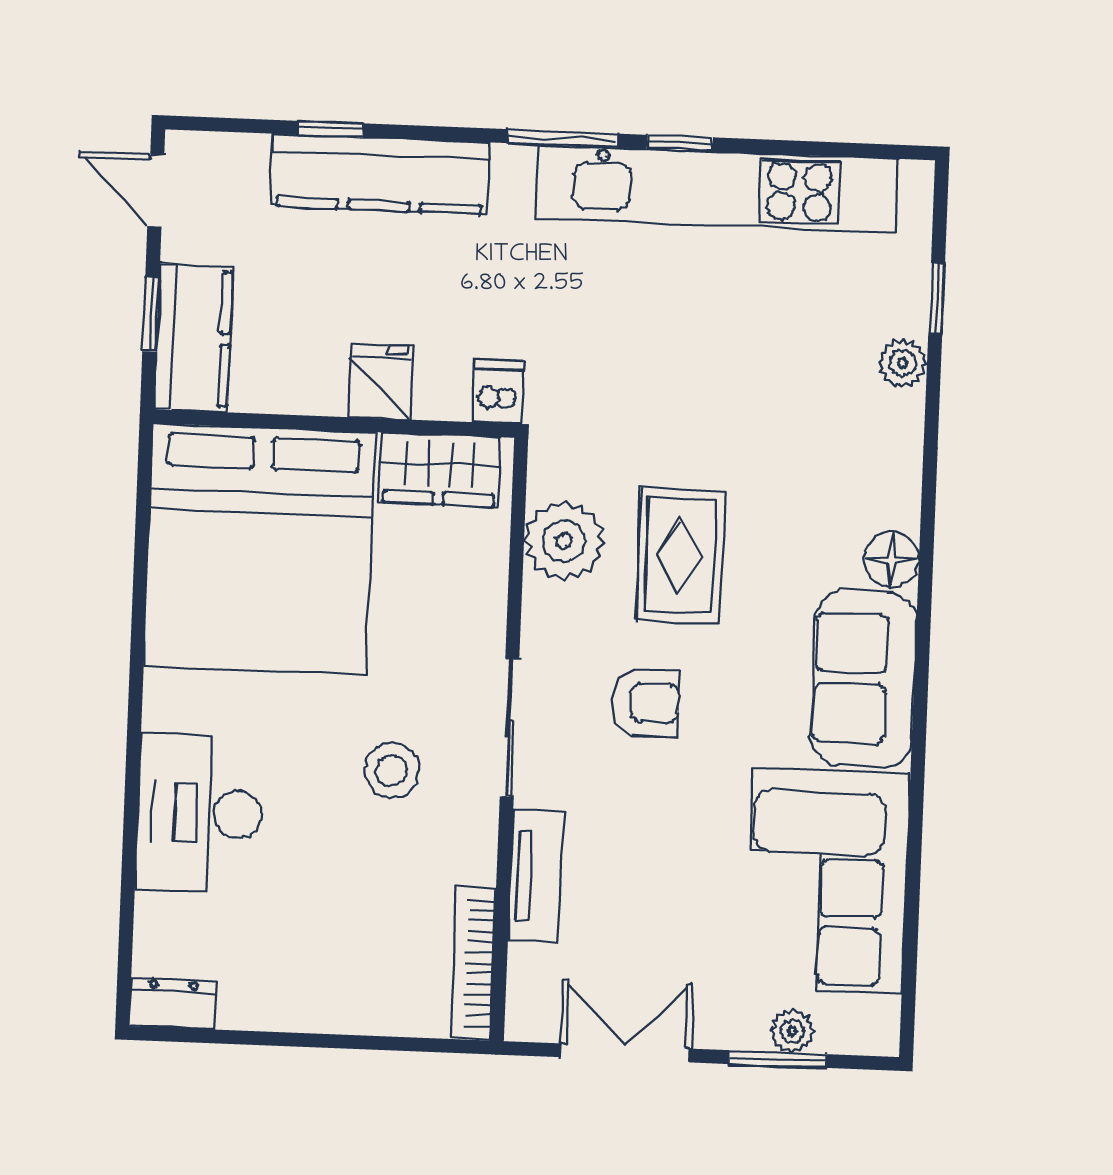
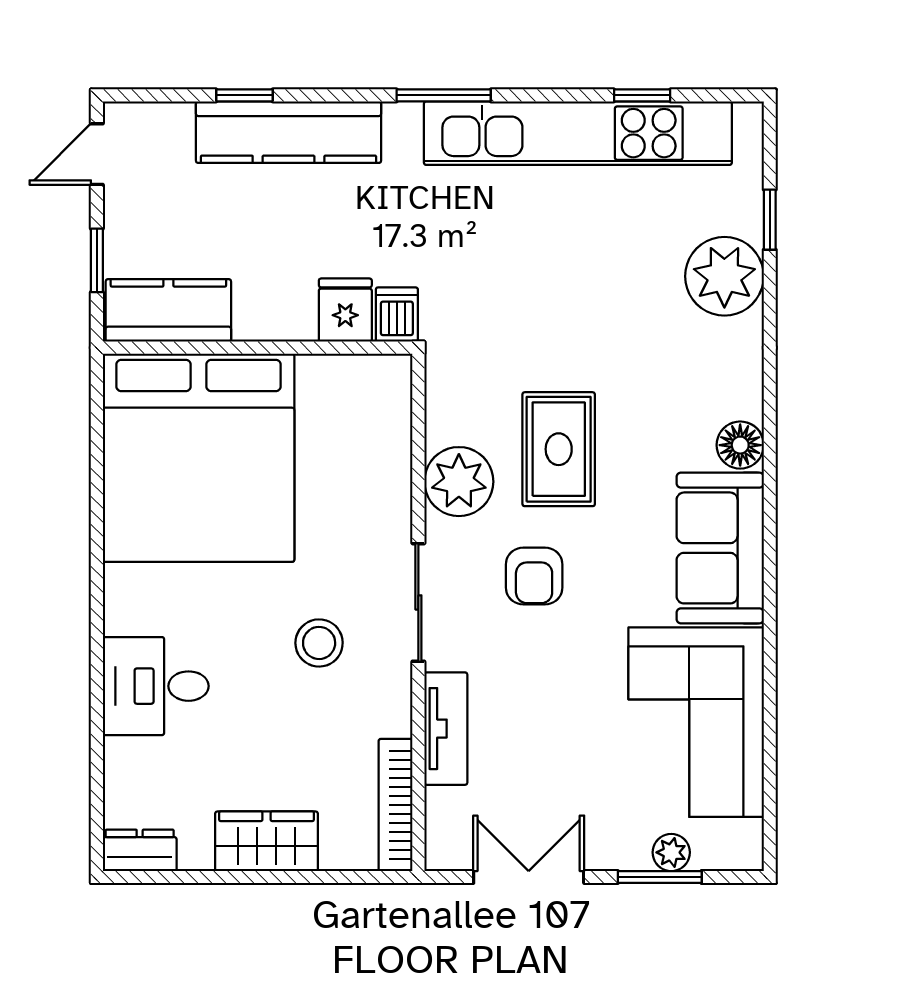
window: (680, 143) -> (642, 95), moved
door: (156, 191) -> (97, 154), hinge flipped
kitchen counter: (193, 338) -> (168, 310), moved, turned -90
plant: (903, 363) -> (724, 276), width x1.87, depth x1.87
fridge: (381, 382) -> (345, 310), moved
wardrobe: (440, 470) -> (267, 841), moved, turned 180
plant: (564, 541) -> (459, 482), moved
armchair: (645, 702) -> (534, 576), turned 90
desk: (200, 813) -> (156, 686), width x0.73

